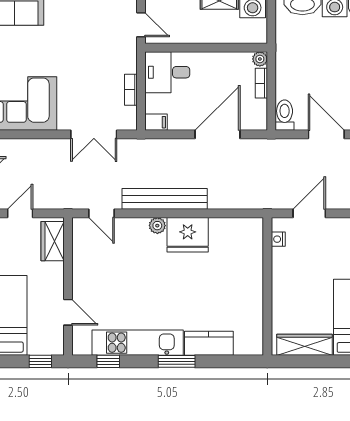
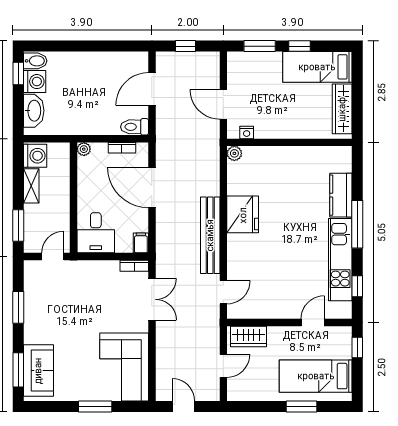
bookcase: (261, 83) -> (122, 148), moved
bookcase: (131, 90) -> (134, 266), moved
door: (20, 213) -> (223, 366), swing flipped
plant: (157, 226) -> (234, 153), moved
window: (177, 361) -> (357, 224), width x1.44

